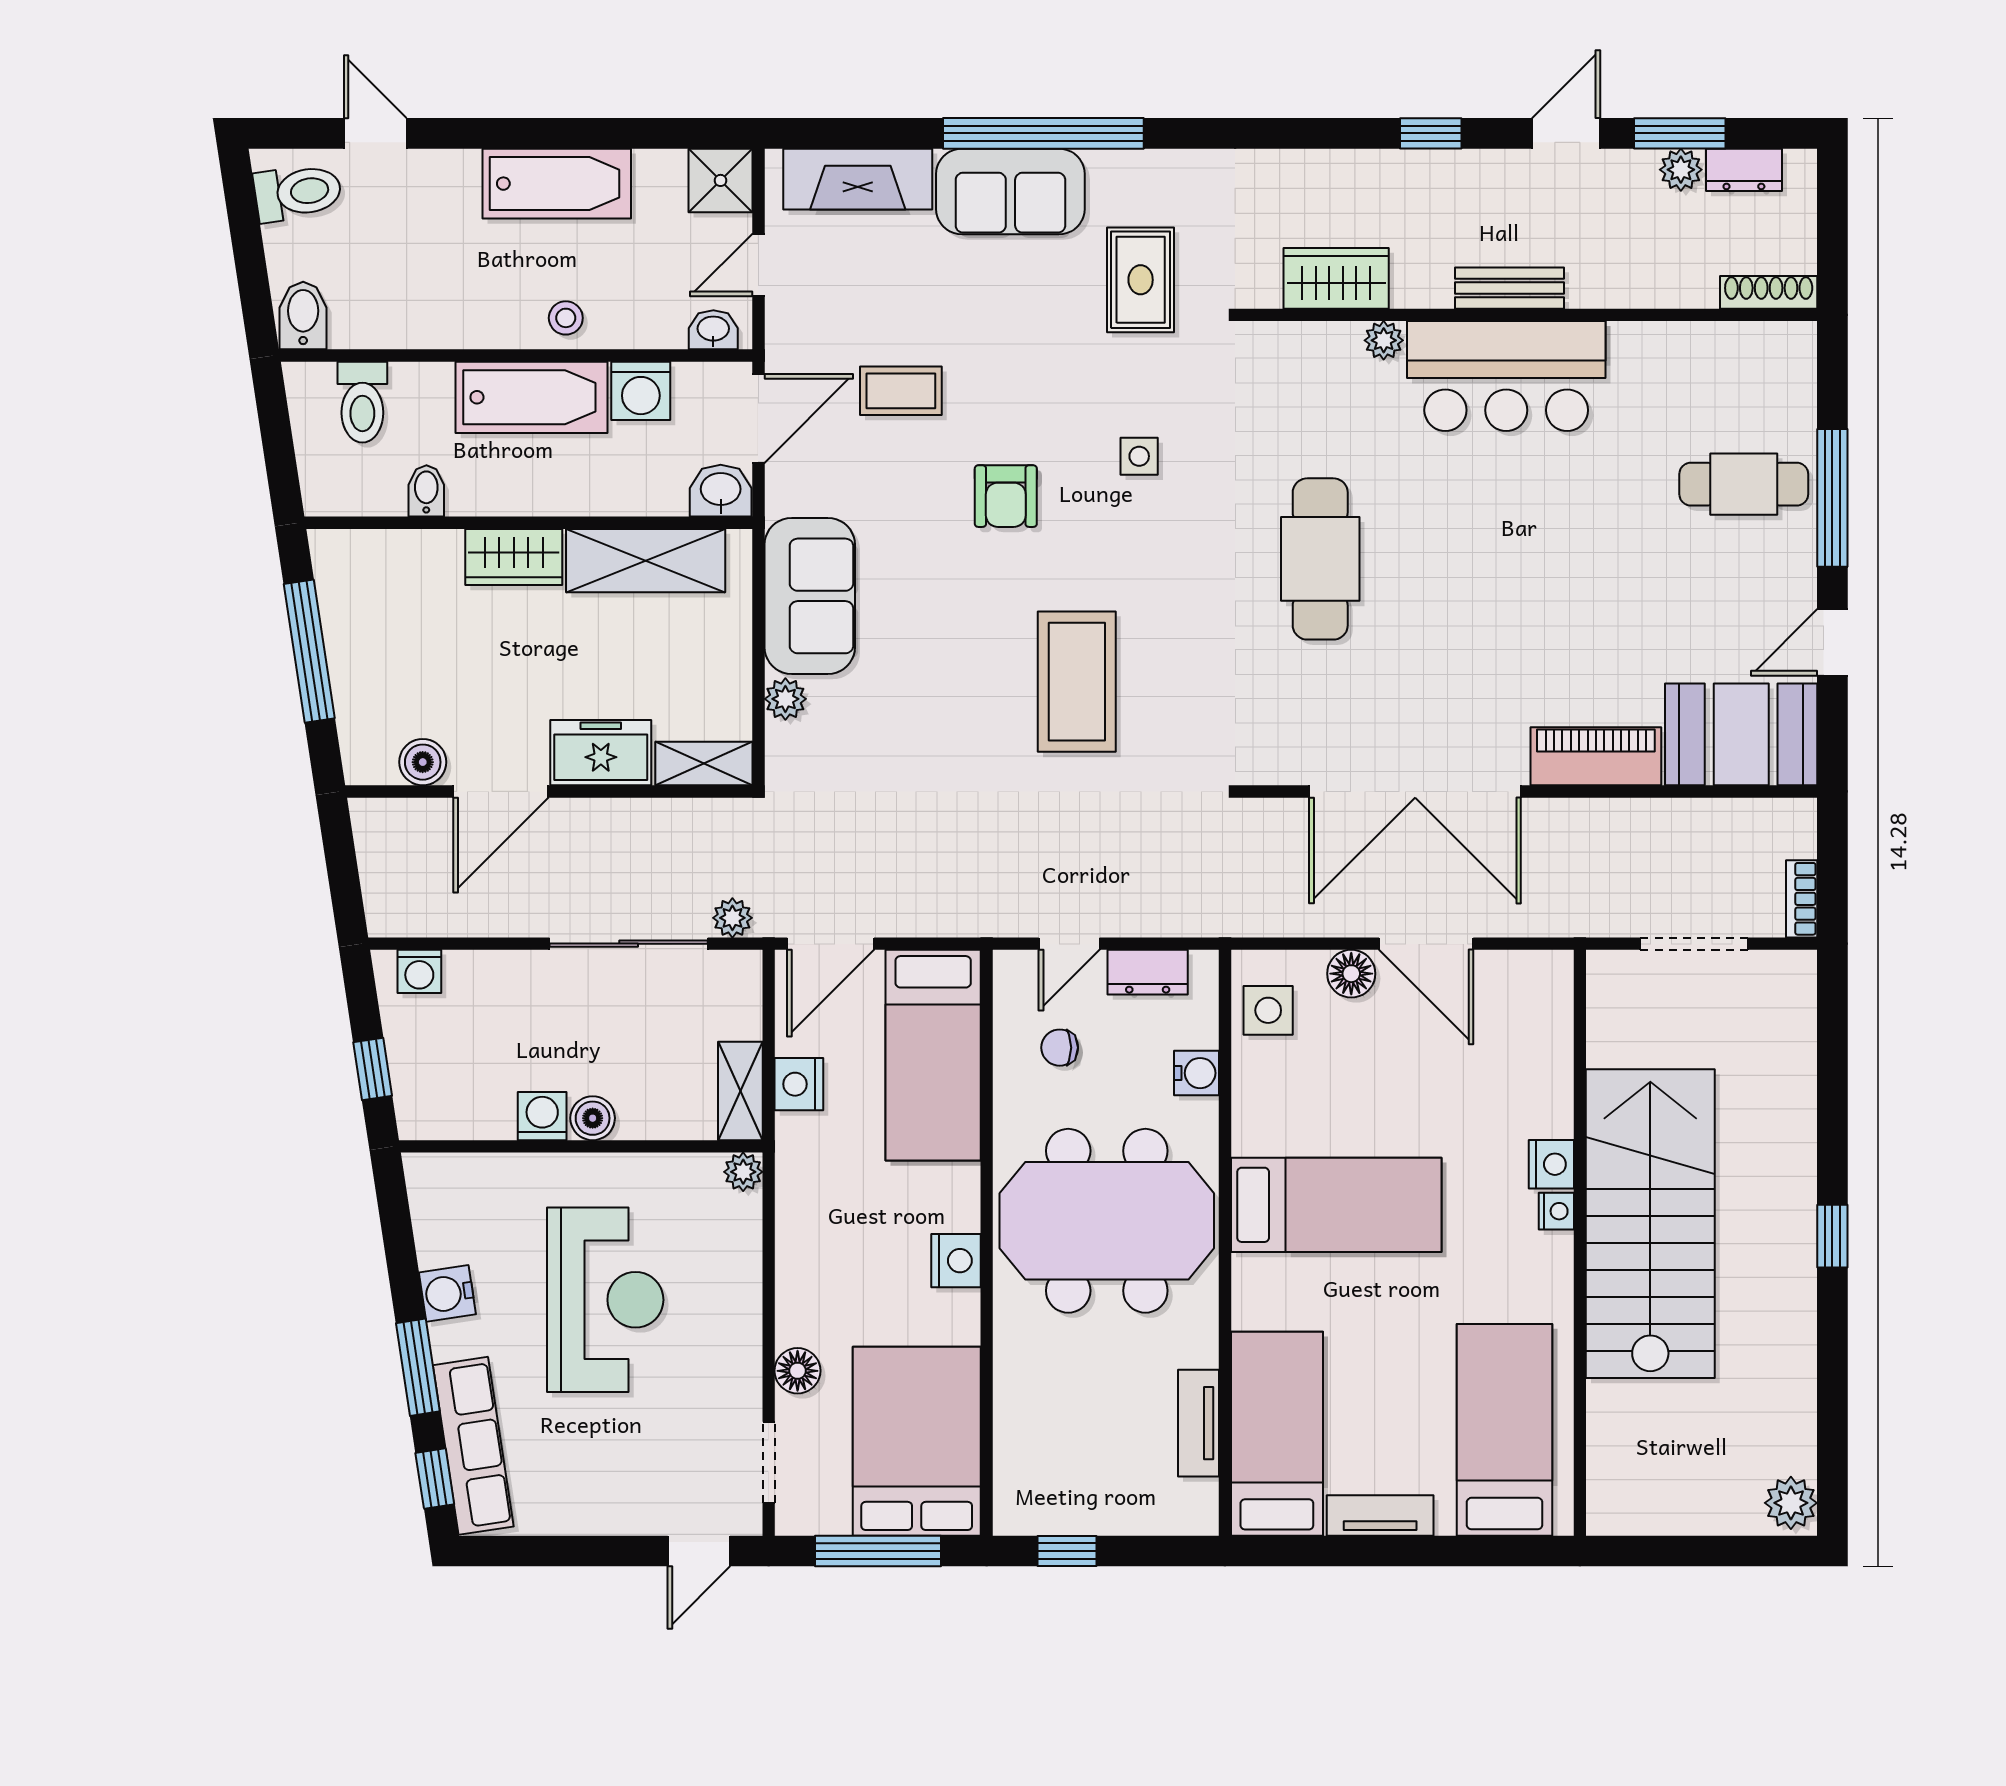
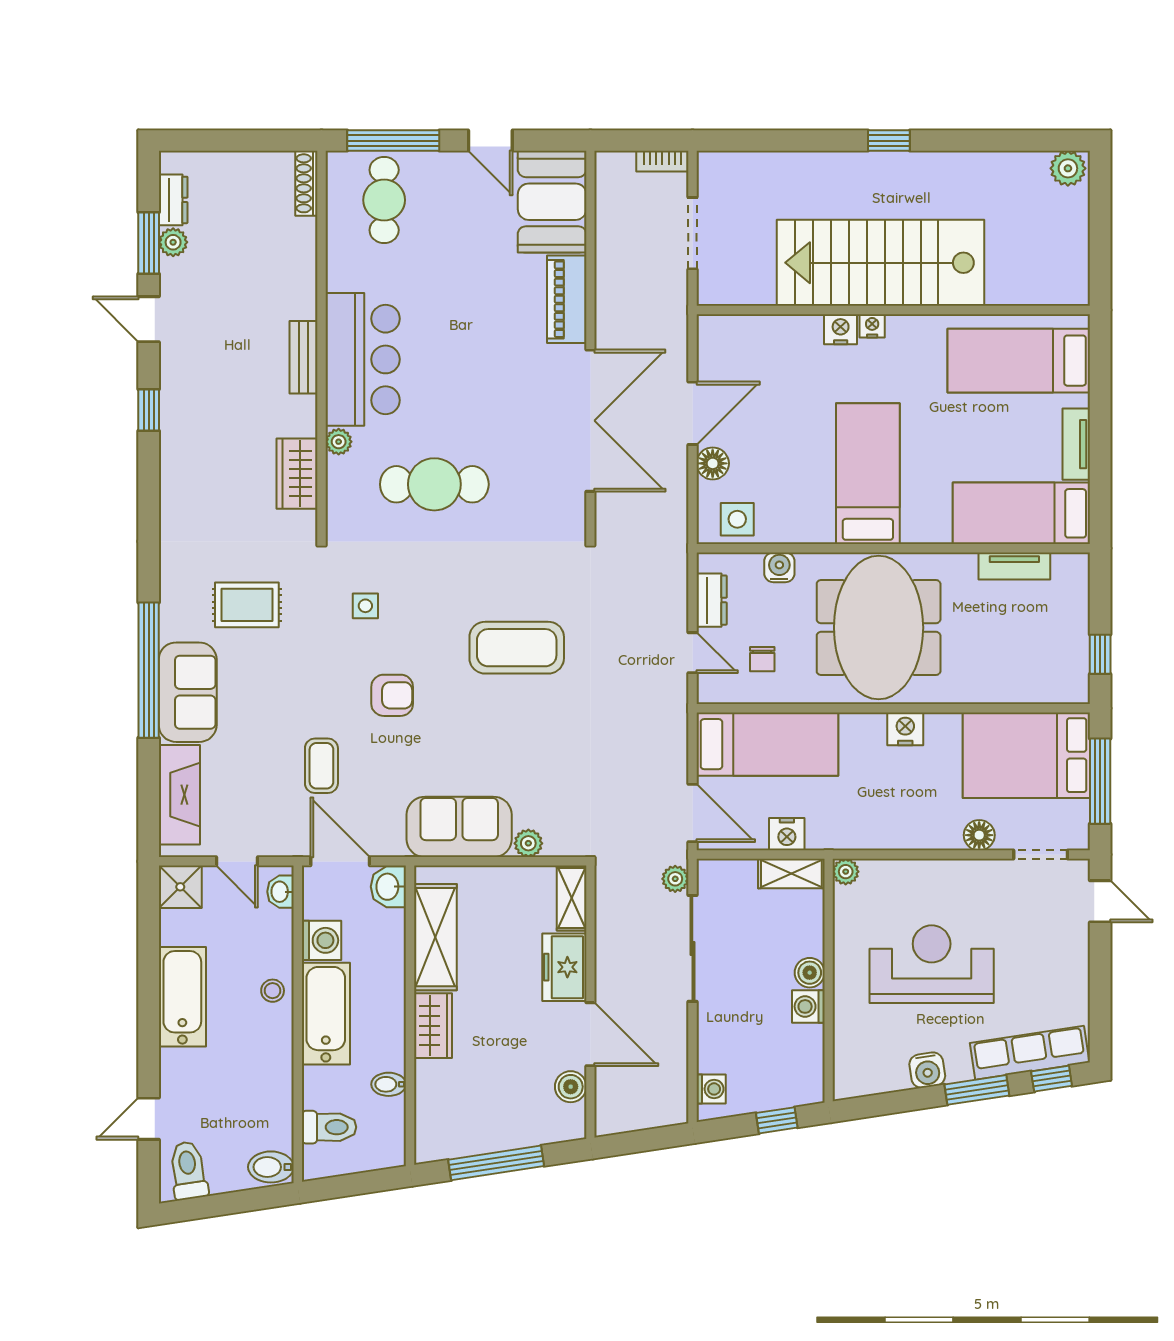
wardrobe: (1336, 278) -> (297, 474), moved
bench: (1509, 288) -> (304, 357), moved
shoe rack: (1769, 292) -> (306, 183), moved
wall: (1529, 315) -> (322, 344), moved
plant: (1384, 340) -> (339, 442), moved
bar counter: (1506, 376) -> (363, 359), moved

